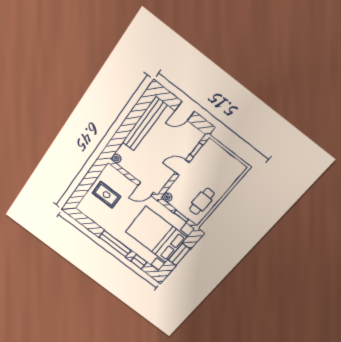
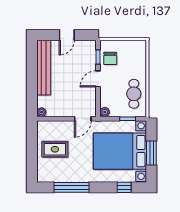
chair: (205, 159) -> (110, 58), added
window: (115, 244) -> (71, 187), moved

